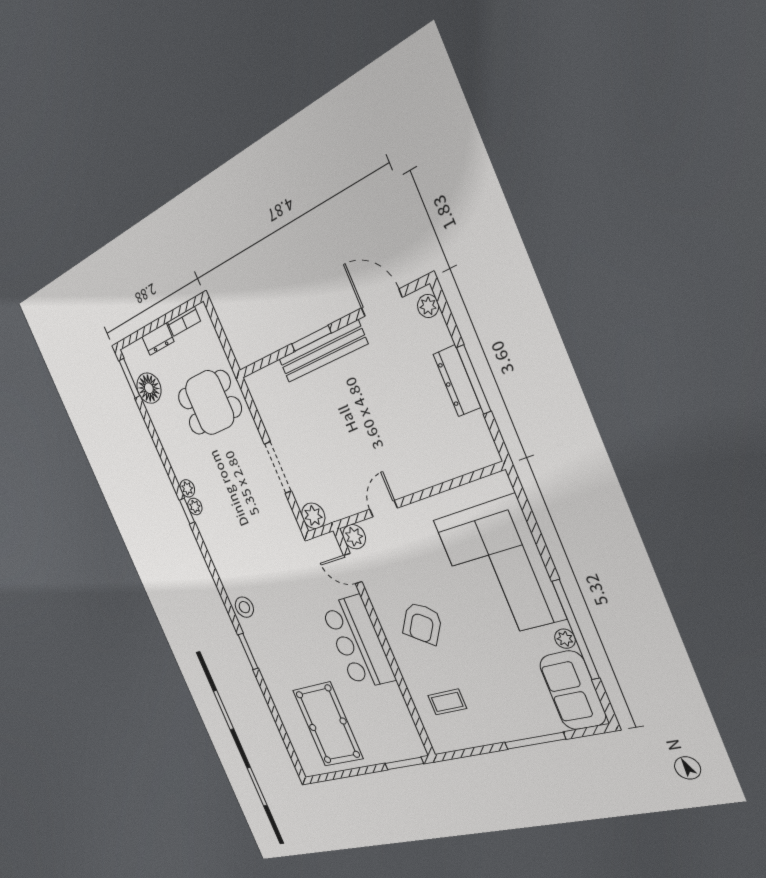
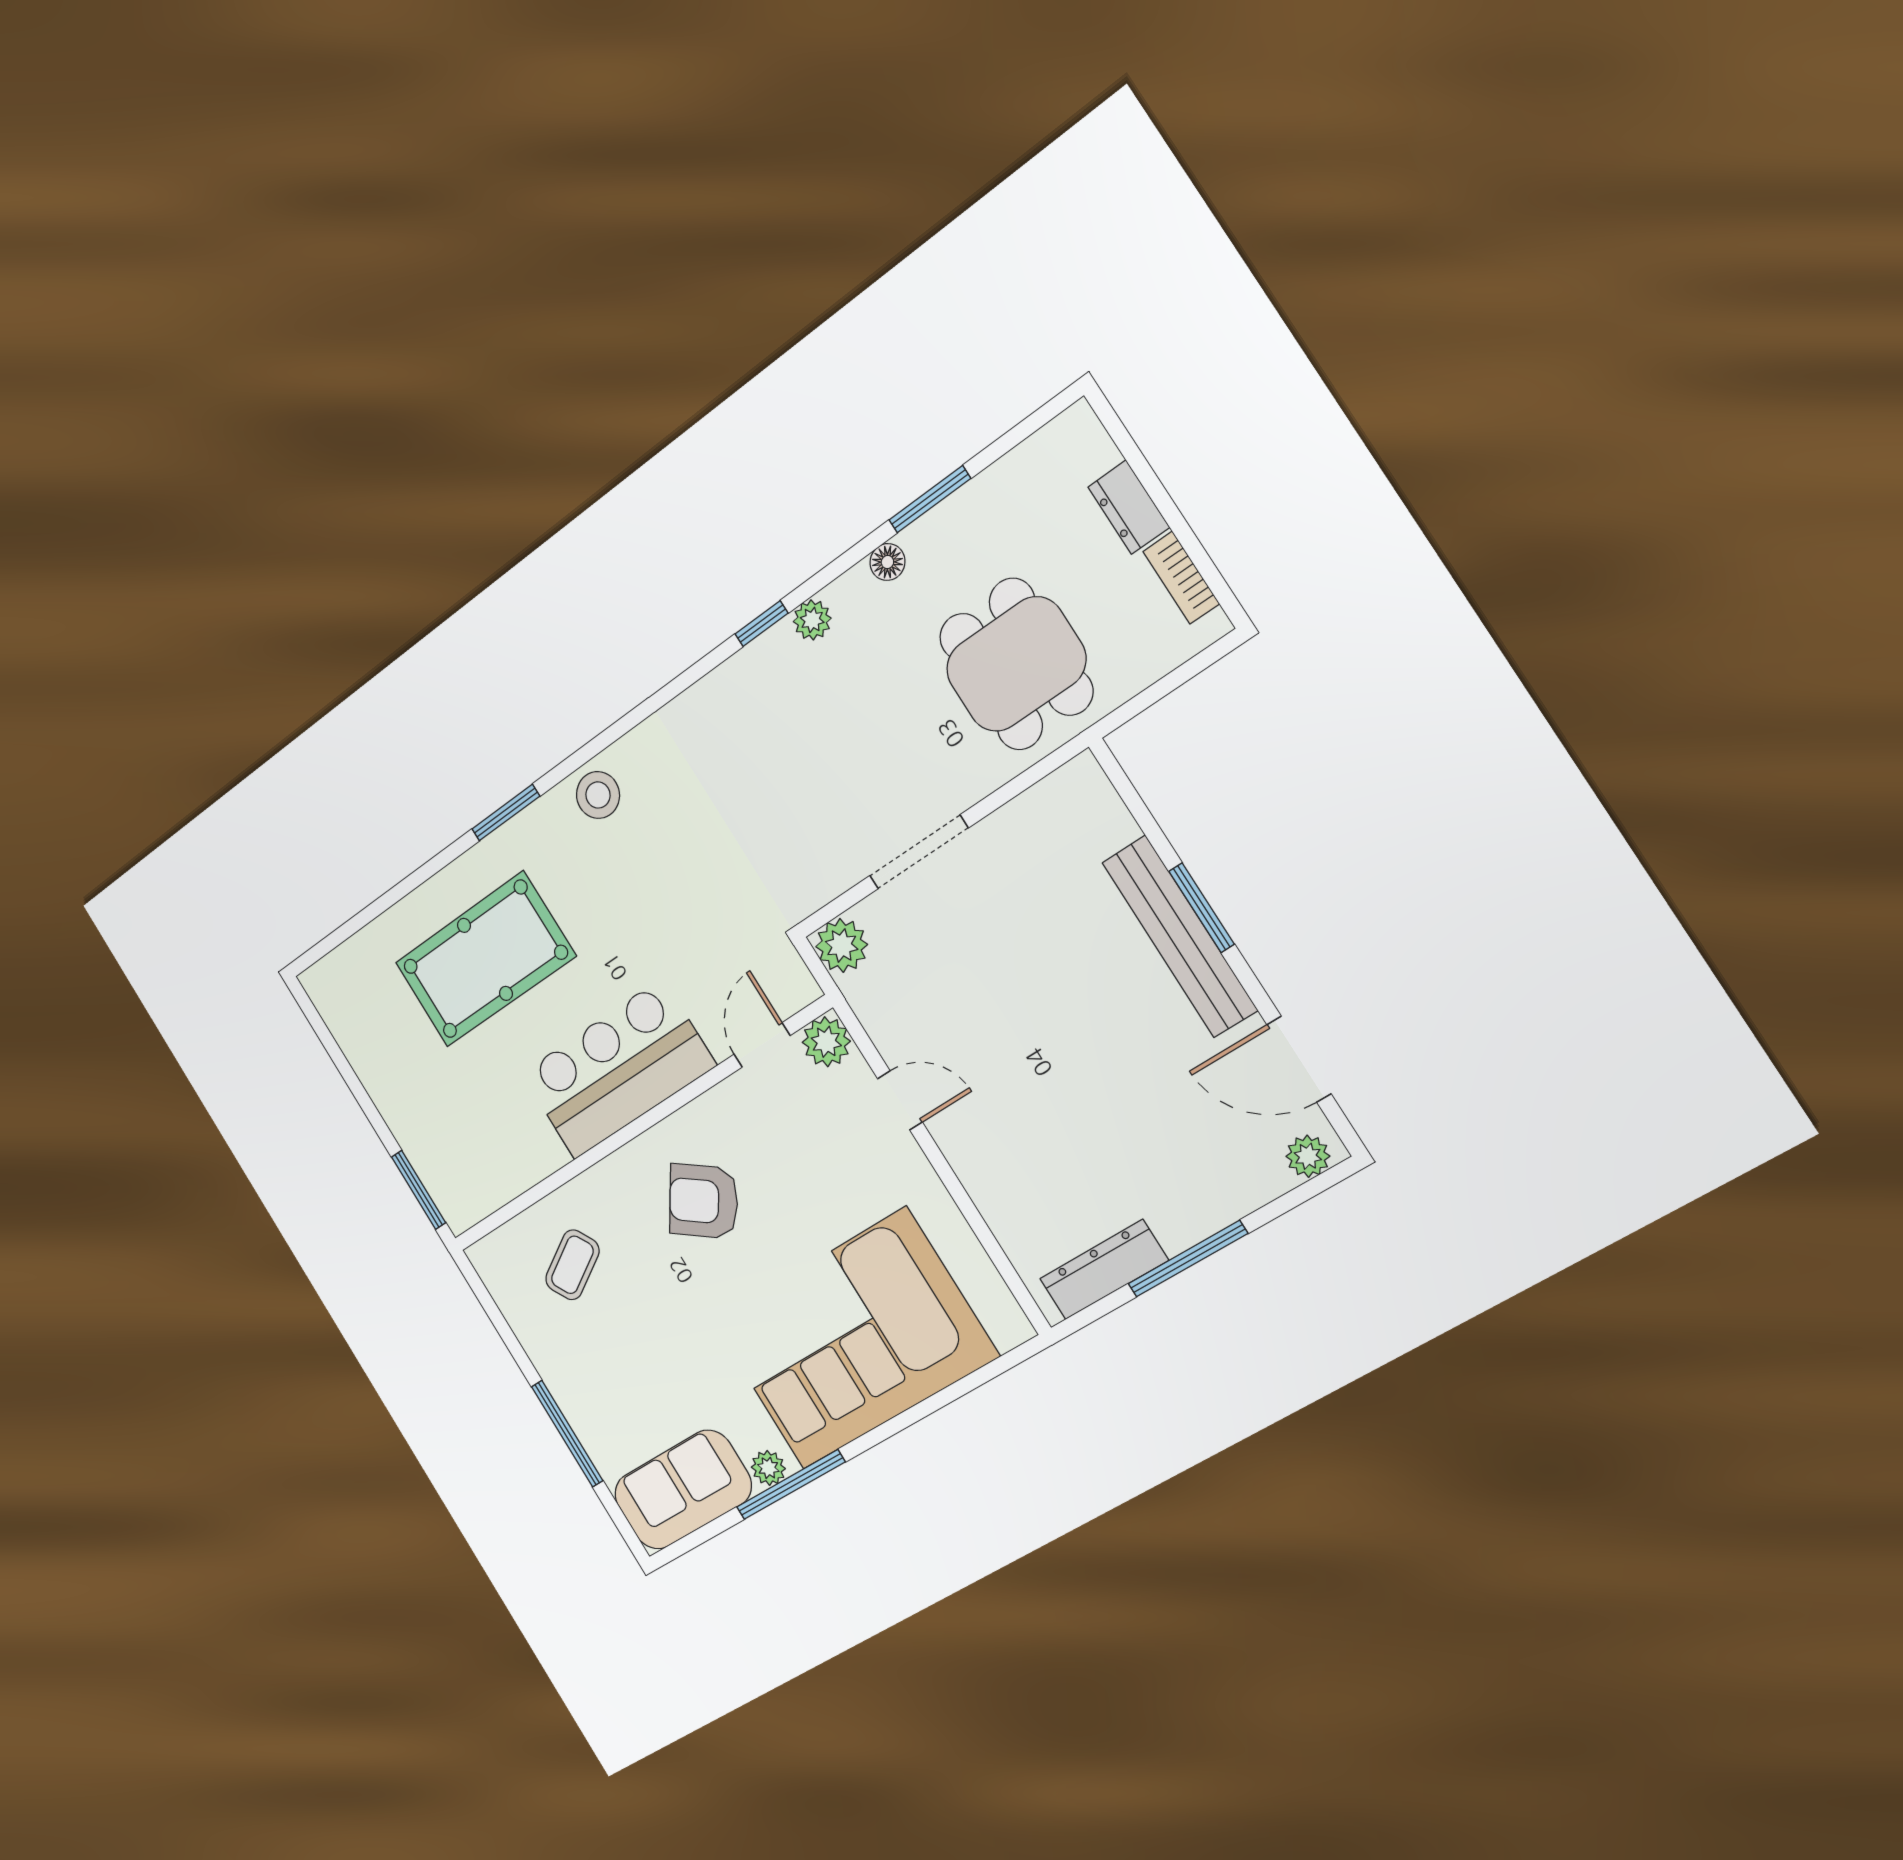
door: (382, 303) -> (1299, 1059), swing flipped
window: (129, 378) -> (930, 499), moved
dresser: (457, 381) -> (1104, 1270), moved
floor lamp: (149, 388) -> (887, 562), moved, width x0.53, depth x0.53
plant: (195, 506) -> (778, 644), removed
window: (576, 630) -> (791, 1485), width x0.68
coffee table: (447, 702) -> (572, 1265), turned 59
pool table: (328, 724) -> (485, 959), moved

